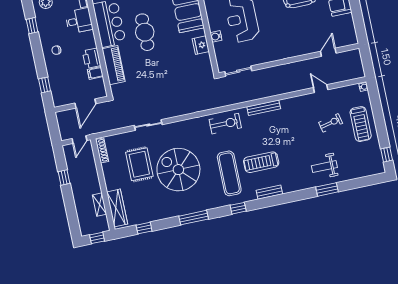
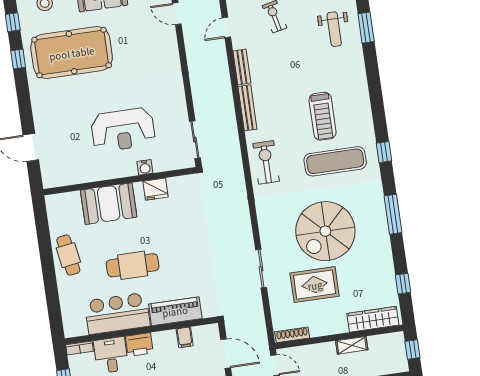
printer: (92, 58) -> (139, 345), moved
bench: (269, 192) -> (242, 67), moved
shelving: (99, 205) -> (352, 345), moved

